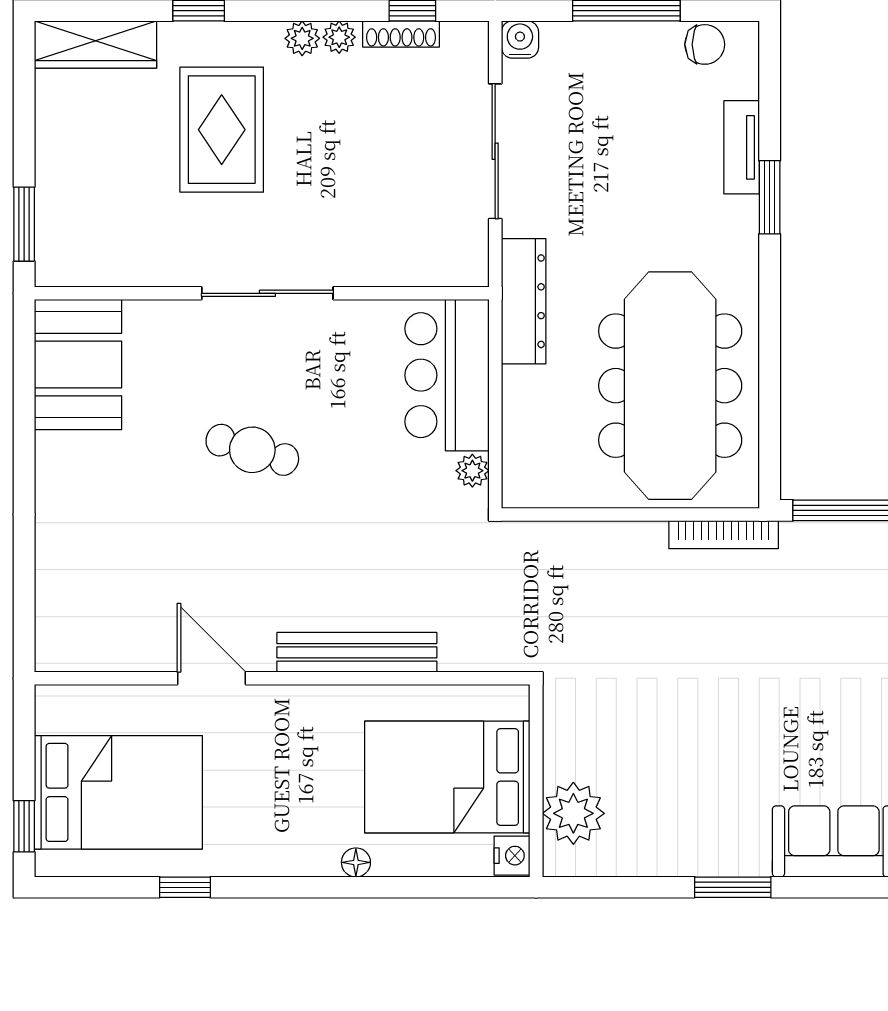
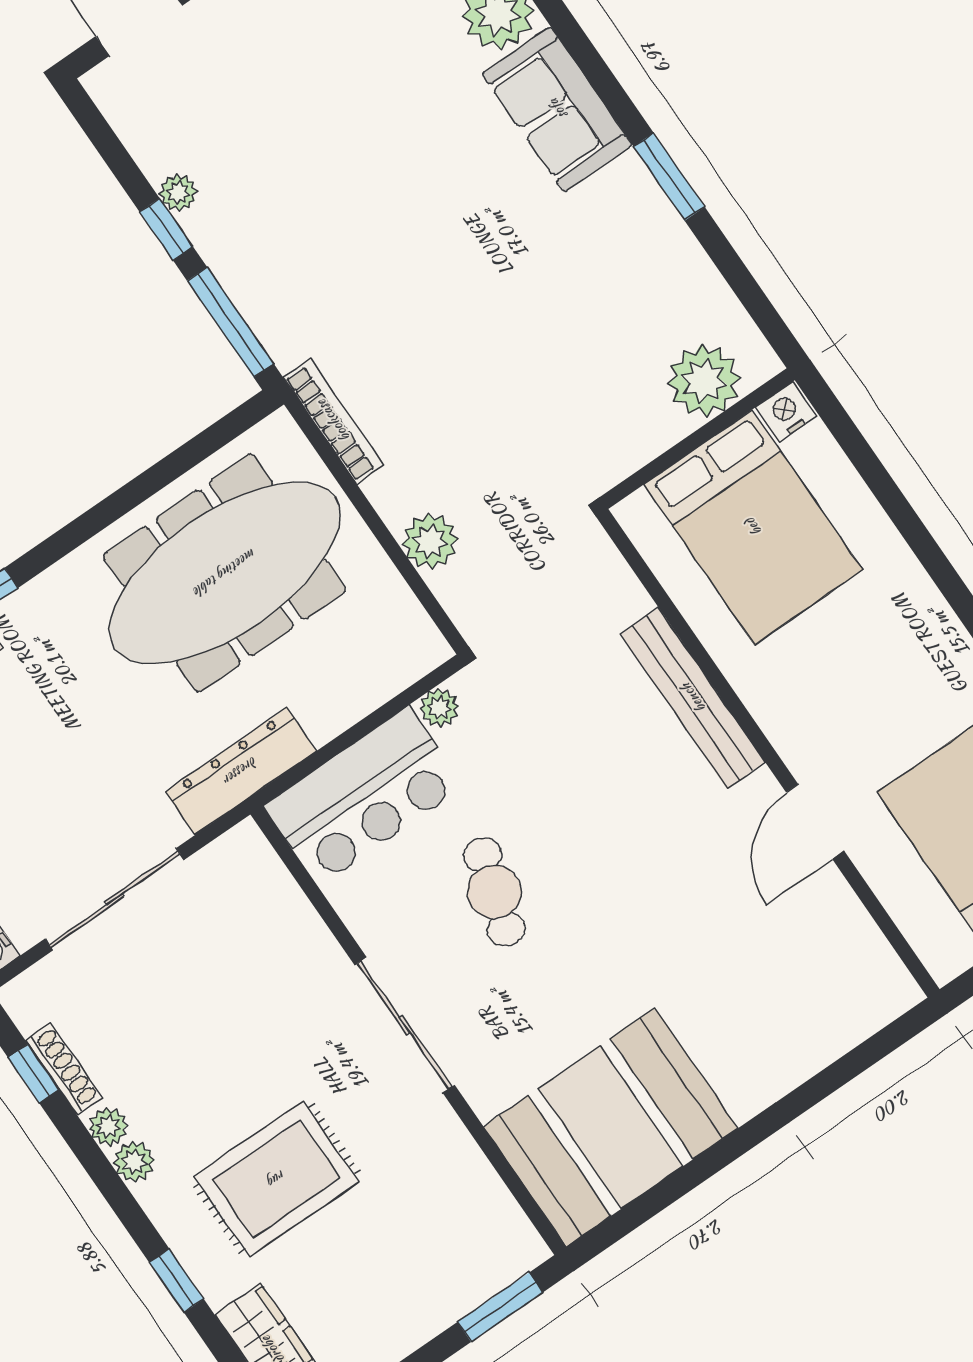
booth: (78, 365) -> (611, 1127), width x1.36, depth x1.42
cafe table: (252, 450) -> (494, 892), moved
plant: (593, 544) -> (430, 541), added
floor lamp: (356, 862) -> (897, 559), removed

